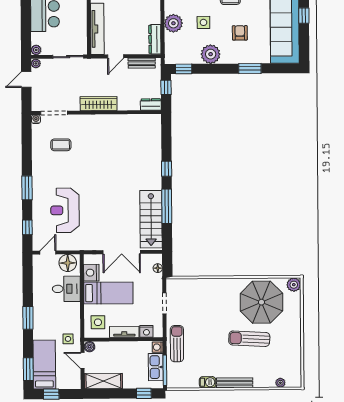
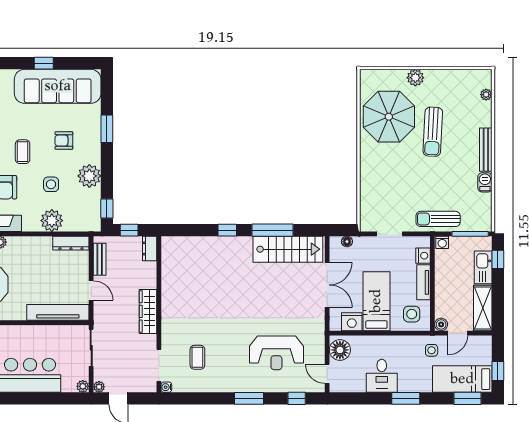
plant: (294, 285) -> (415, 78), moved
desk: (66, 289) -> (382, 376), moved, turned 180
kitchen sink: (156, 367) -> (483, 267), moved, turned 90

